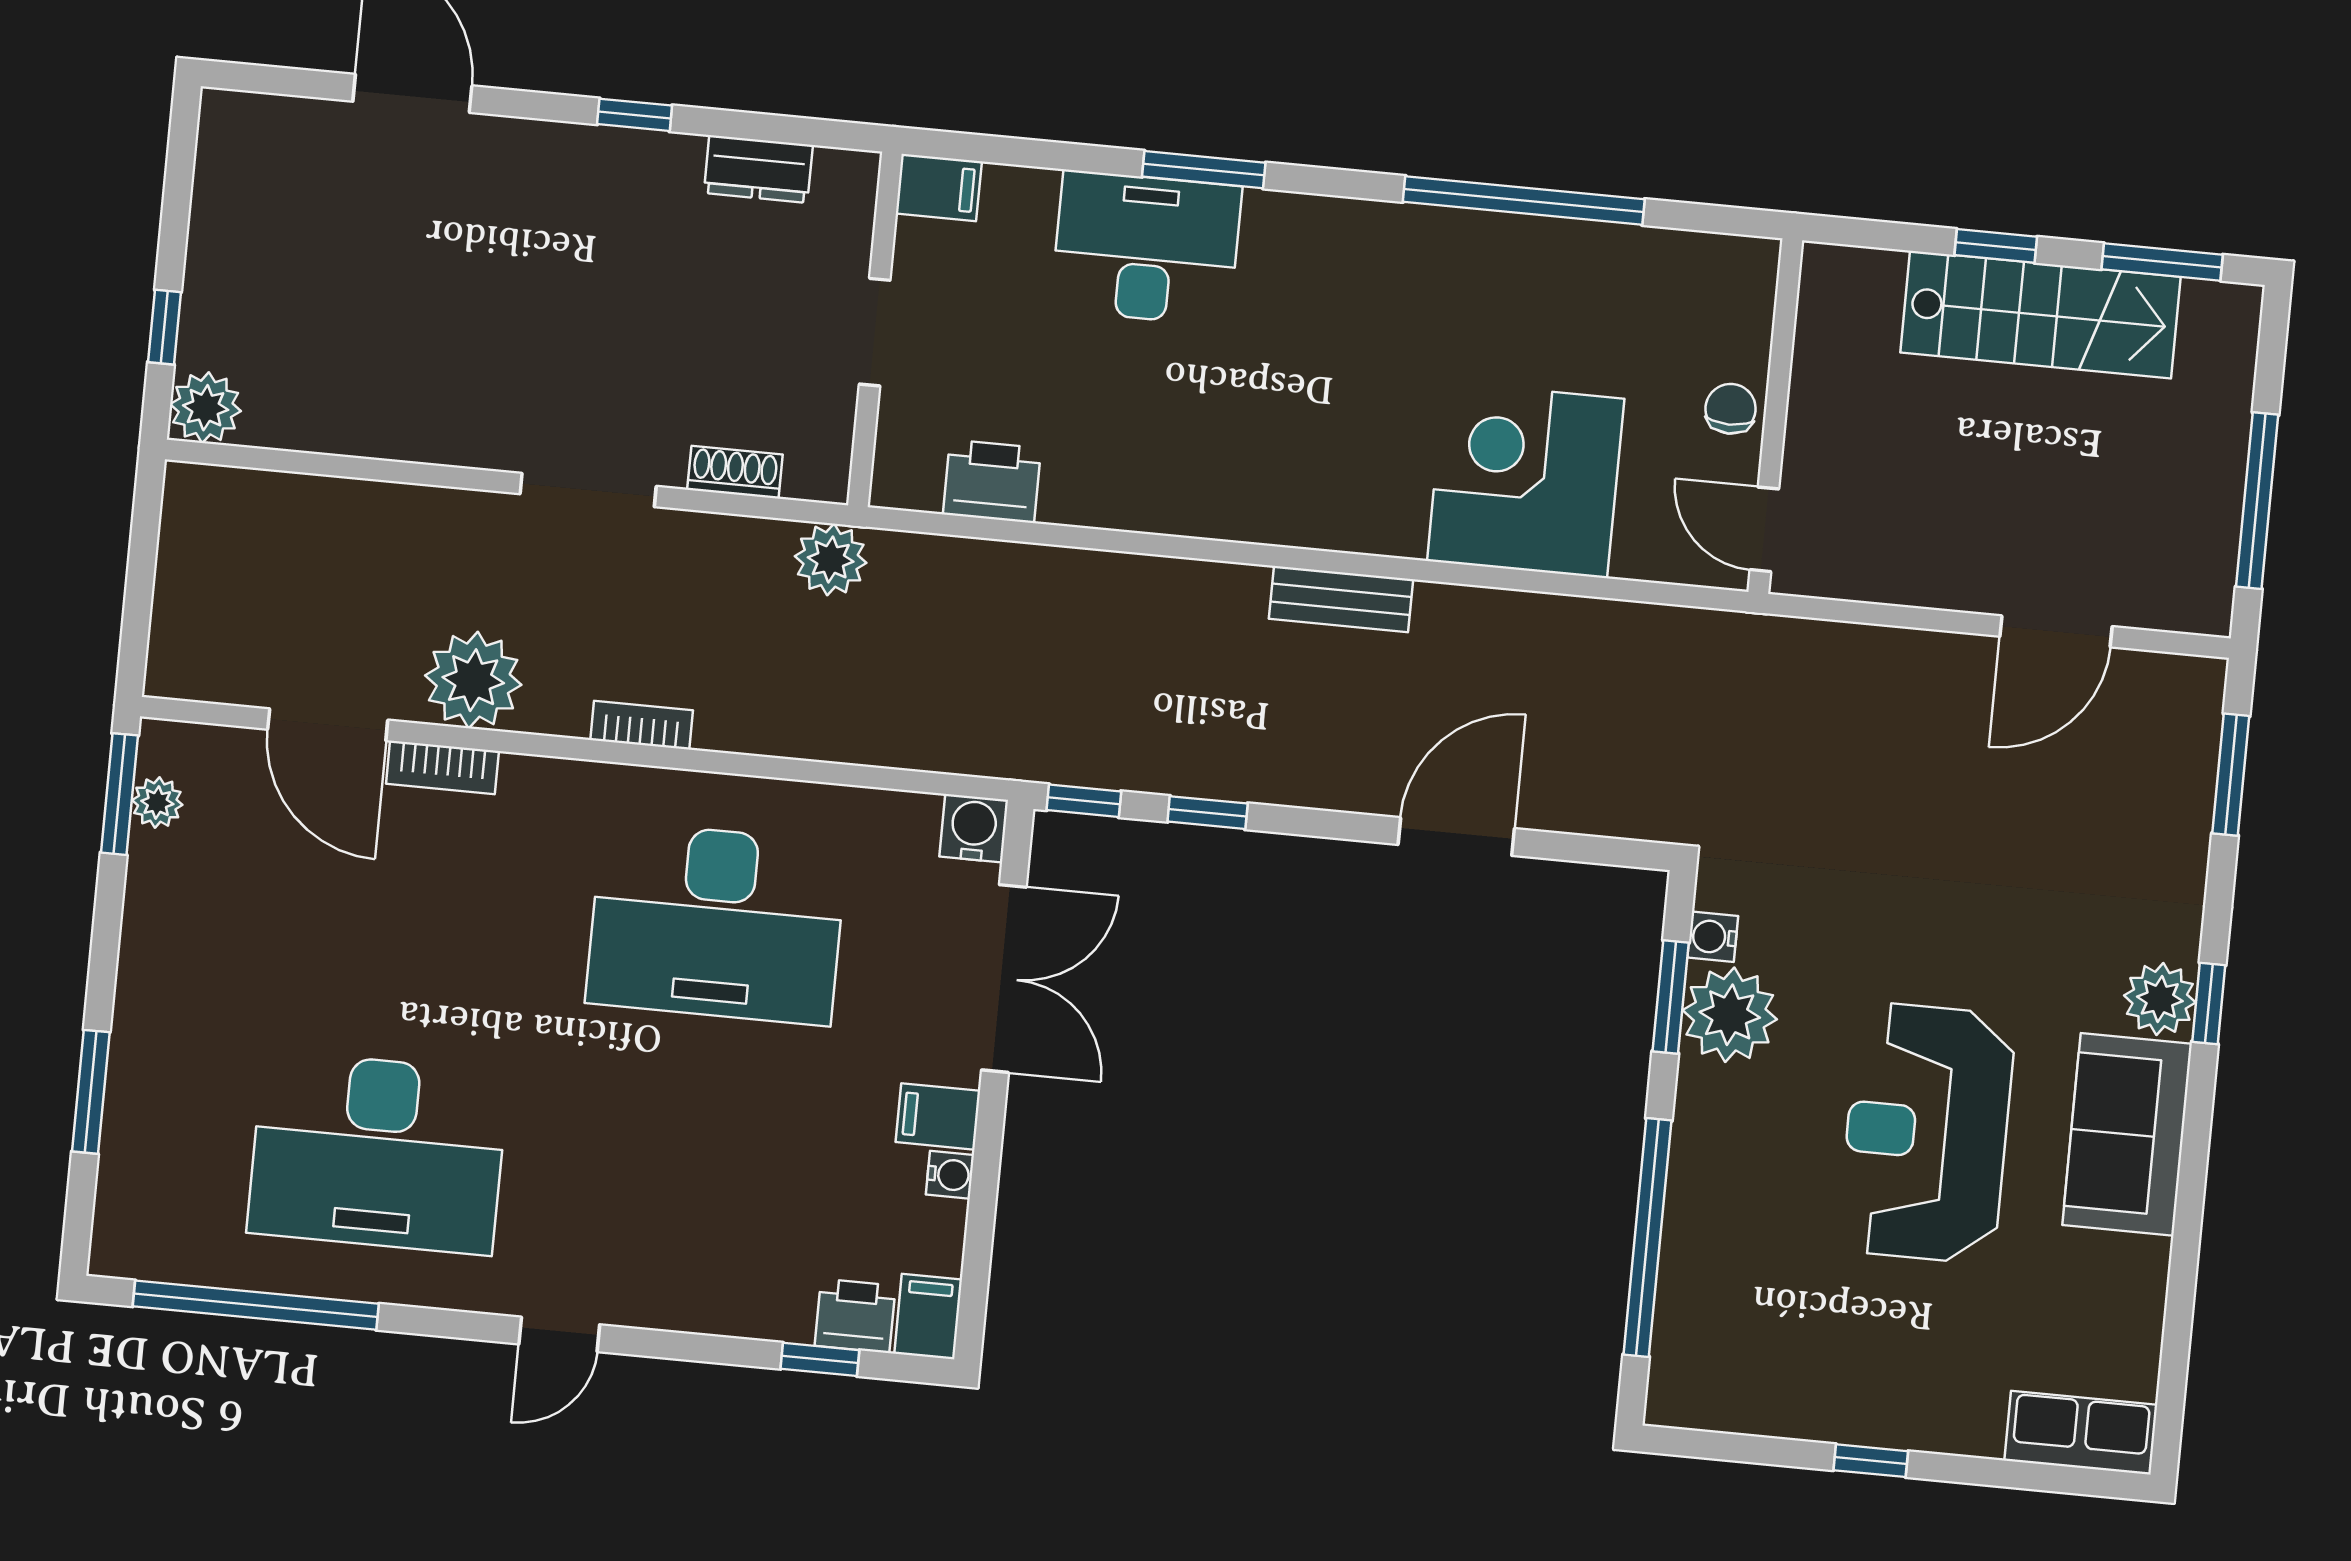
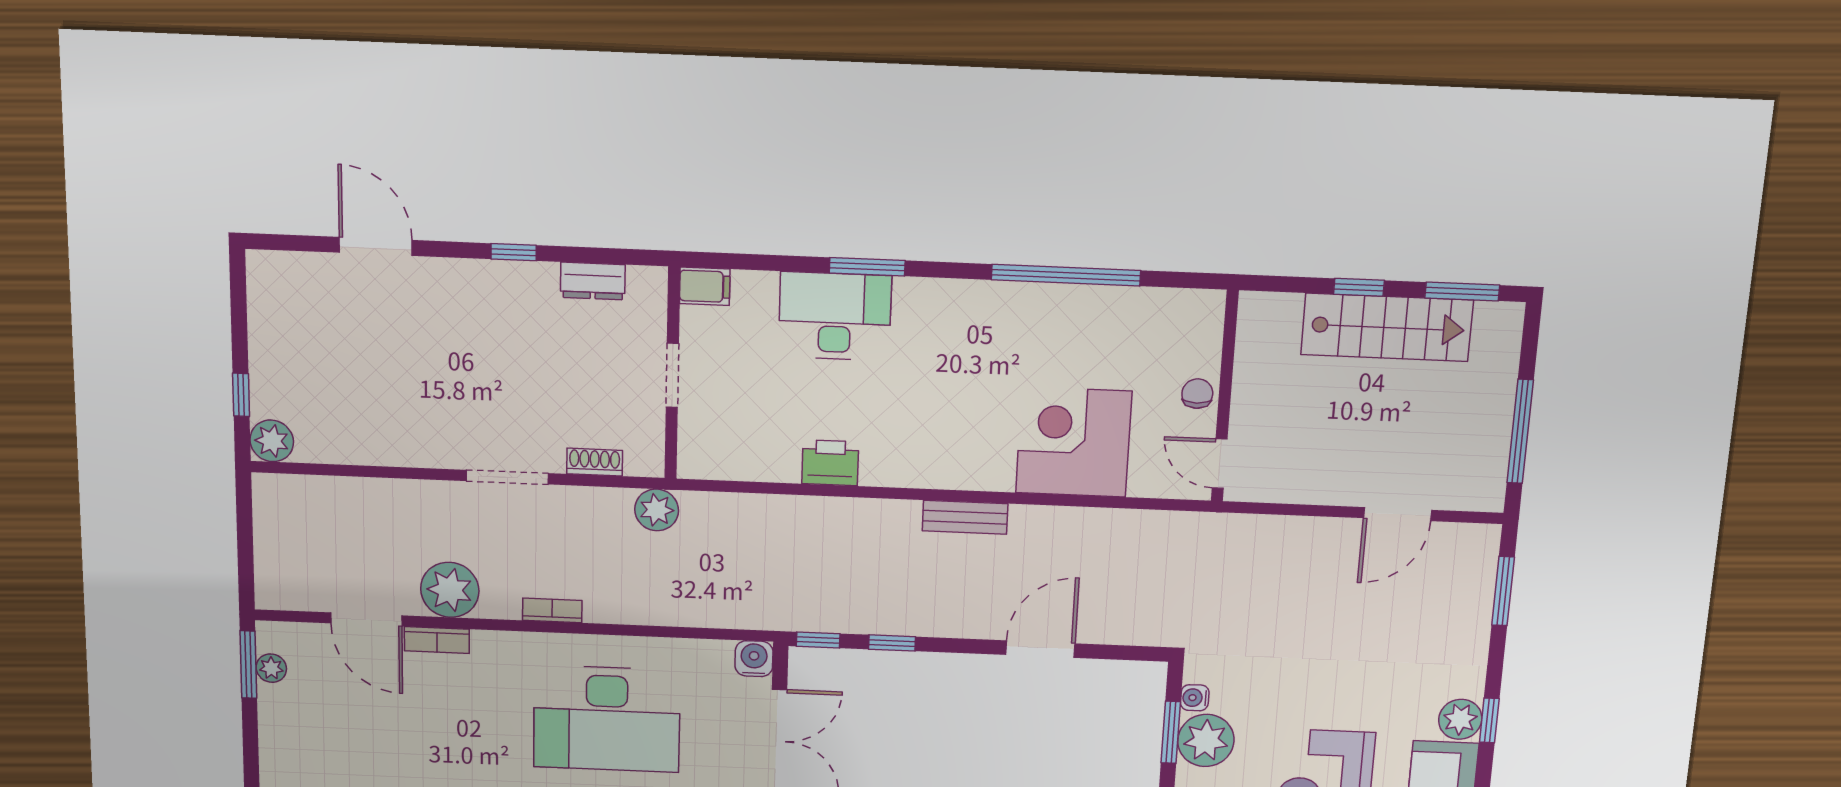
printer: (992, 481) -> (830, 463), moved

